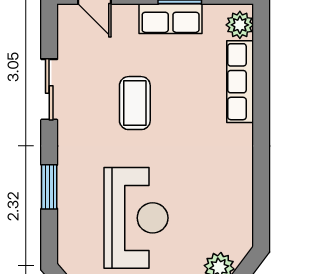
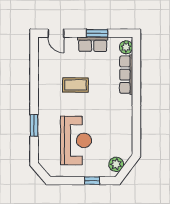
sliding door: (49, 89) -> (34, 78), removed
coffee table: (135, 103) -> (75, 85), turned 90

